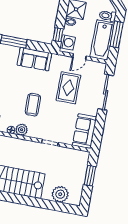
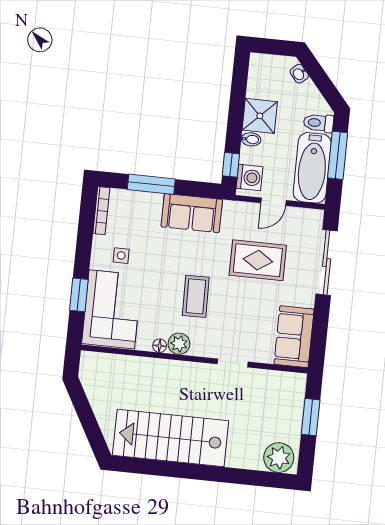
rug: (68, 88) -> (258, 260), turned 90
plant: (60, 194) -> (279, 458), moved

